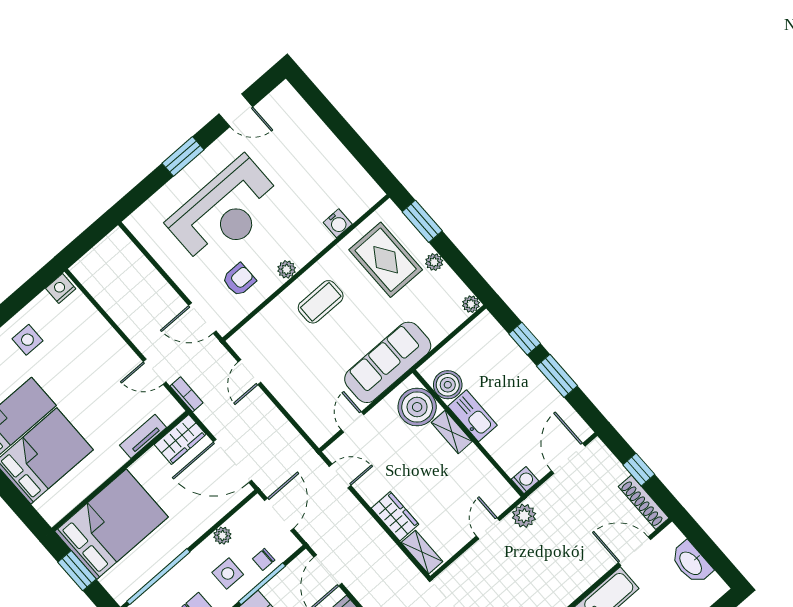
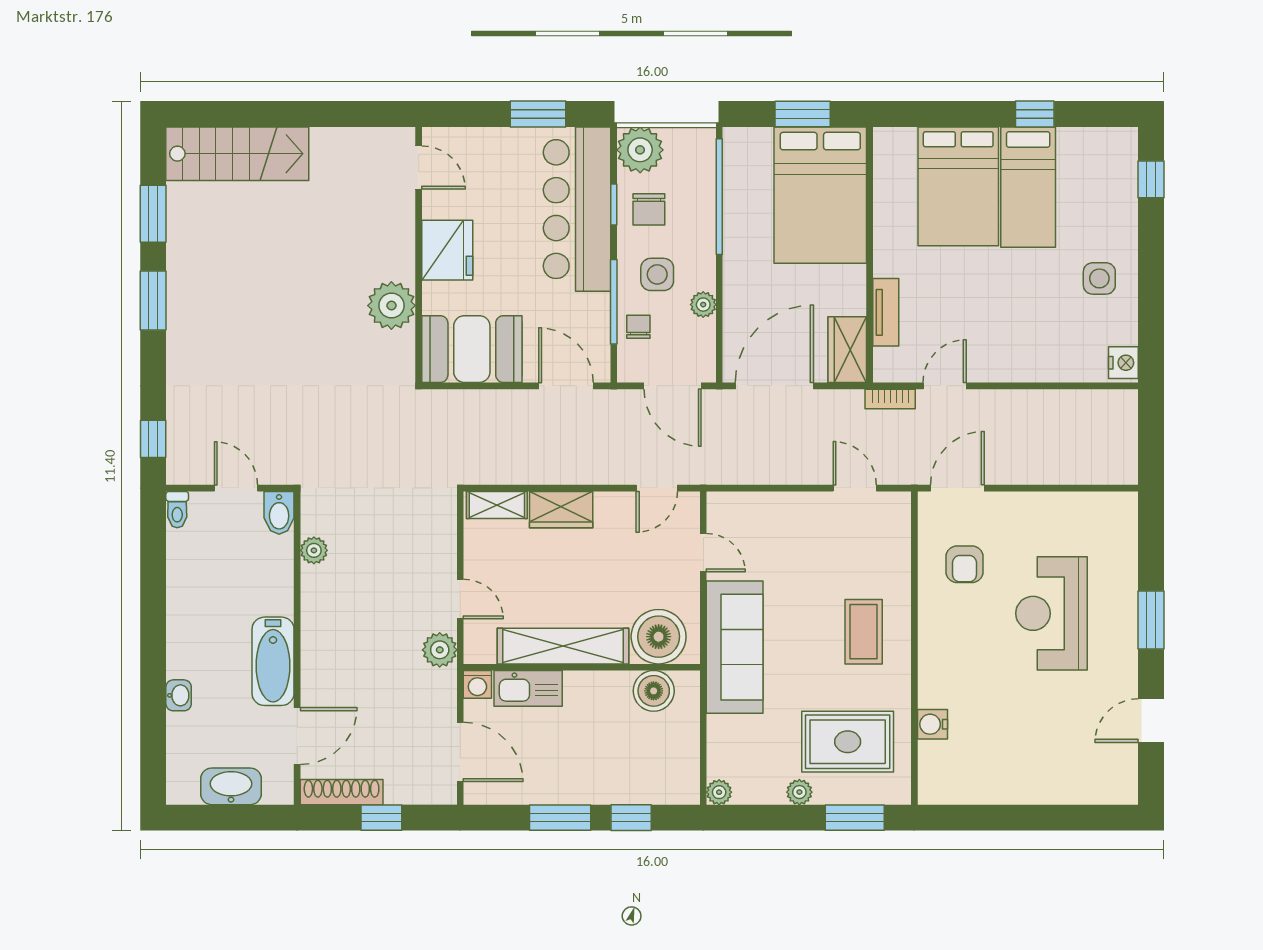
reception desk: (225, 212) -> (1052, 613), width x0.74, depth x0.77
plant: (287, 269) -> (931, 625), removed
kitchen sink: (473, 416) -> (528, 688), moved
shelving: (452, 432) -> (563, 646), width x2.20, depth x1.33

